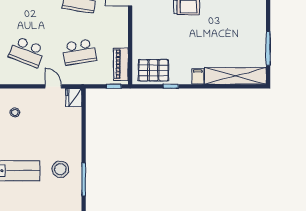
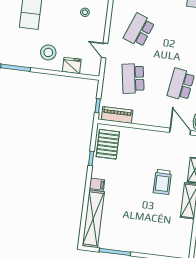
door: (53, 86) -> (105, 51), swing flipped
fridge: (74, 98) -> (72, 65), moved
stool: (60, 169) -> (48, 52), moved

